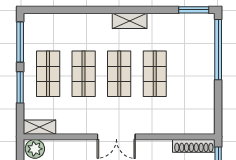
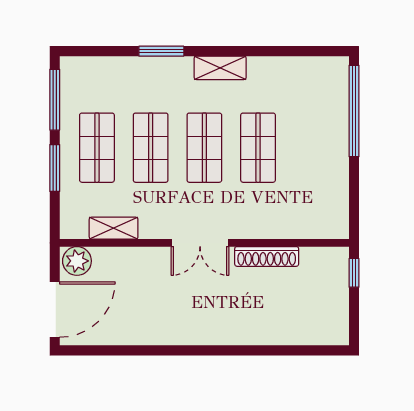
window: (194, 10) -> (161, 51), moved
shelving: (40, 127) -> (114, 228), moved
shoe rack: (194, 146) -> (267, 256), moved

